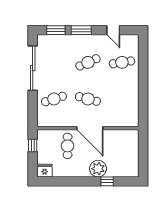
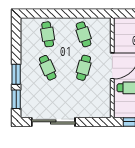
door: (113, 30) -> (16, 43), removed
cafe table: (54, 99) -> (84, 34), moved

